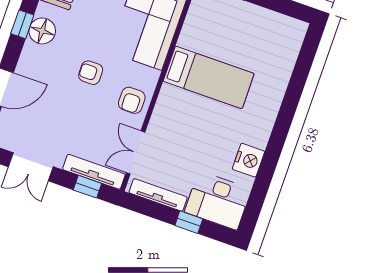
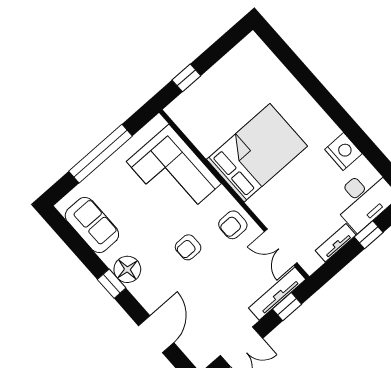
bed: (209, 77) -> (257, 153), width x1.50
armchair: (132, 100) -> (233, 225), turned 90
tv unit: (158, 195) -> (336, 243), width x0.71

